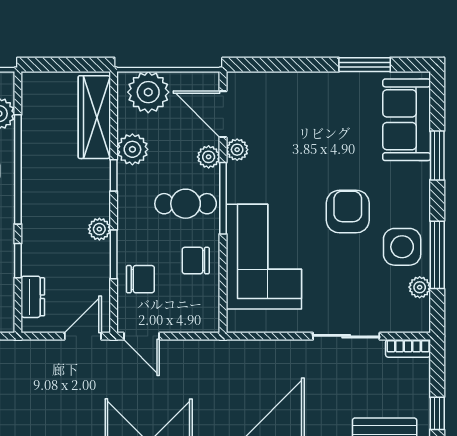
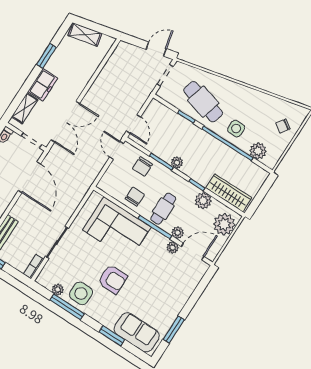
dresser: (33, 297) -> (166, 113), removed
door: (141, 336) -> (117, 150), hinge flipped

